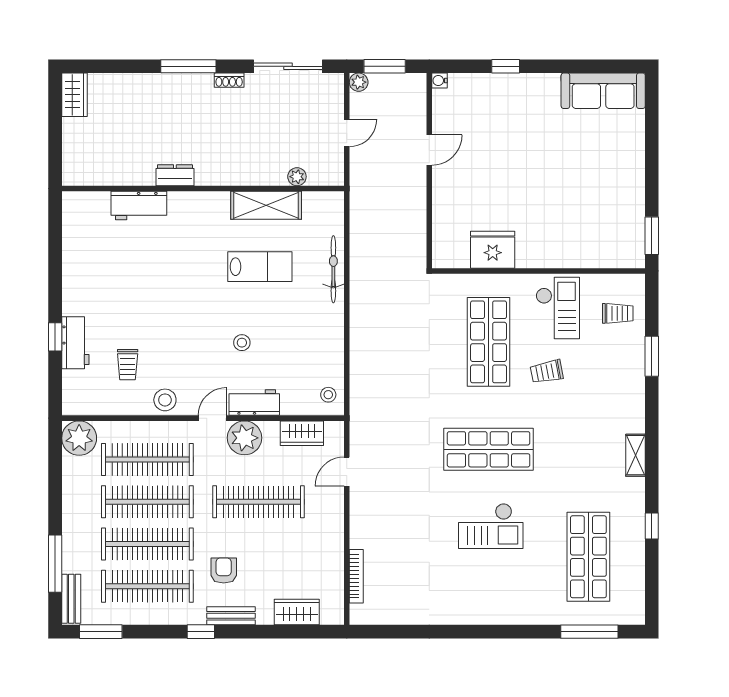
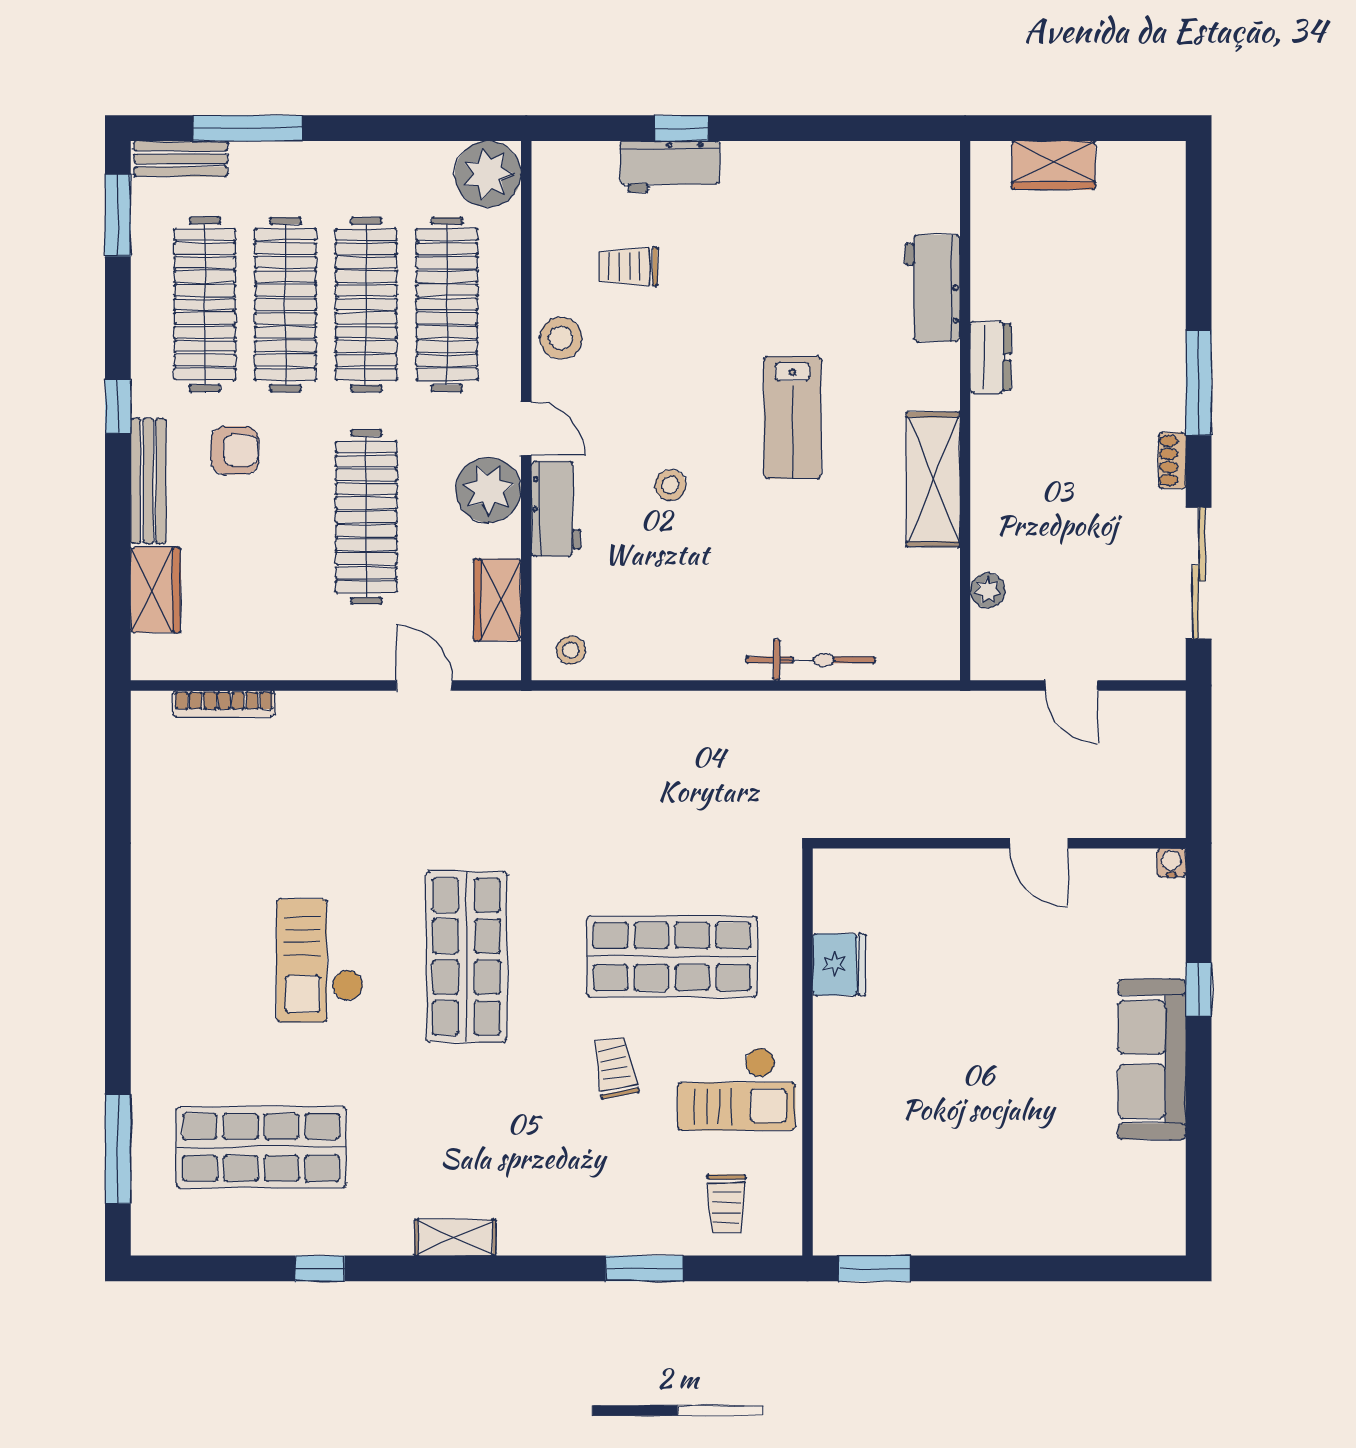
window: (385, 66) -> (1199, 758), removed
plant: (359, 82) -> (1168, 708), removed
sofa: (603, 91) -> (1152, 1059), moved
wardrobe: (75, 95) -> (1054, 165), moved
shelving: (266, 205) -> (933, 479), moved
fridge: (493, 250) -> (839, 964), width x0.73, depth x0.75
lab bench: (260, 267) -> (792, 417), moved
bench: (231, 616) -> (148, 481), width x1.36

